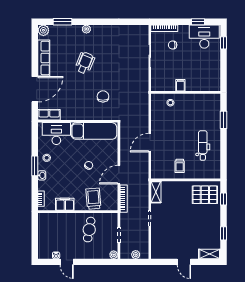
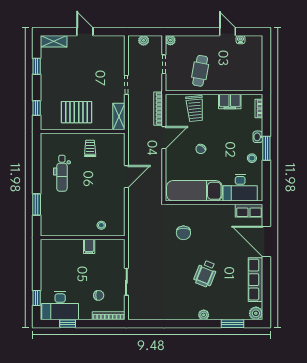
door: (35, 89) -> (266, 242), hinge flipped
pallet: (205, 195) -> (76, 112), moved

